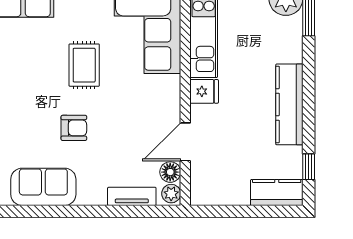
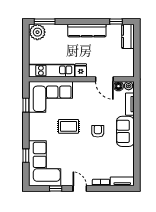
sofa: (43, 187) -> (125, 131), moved

